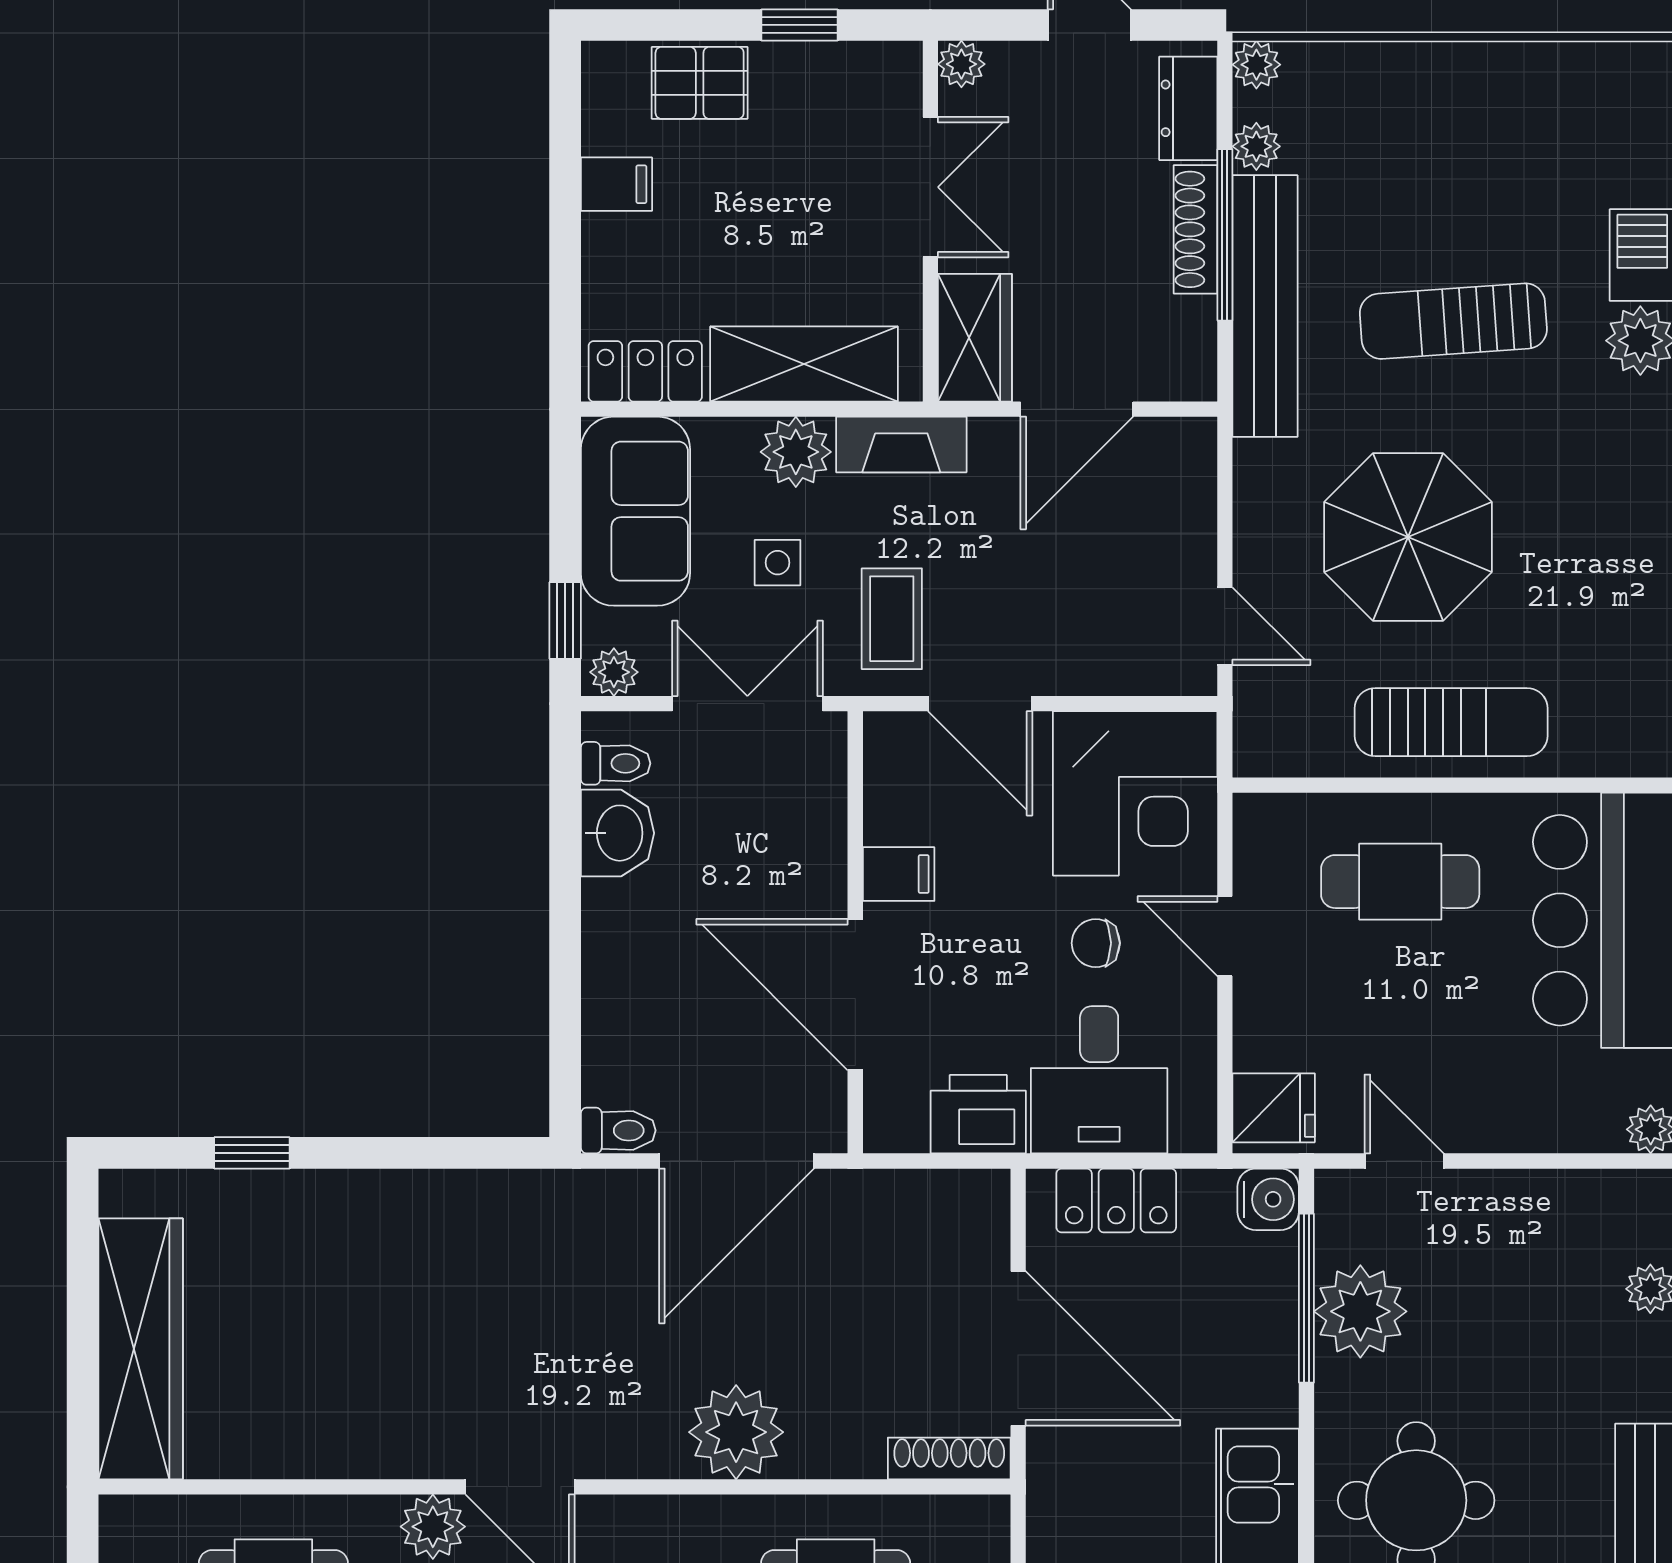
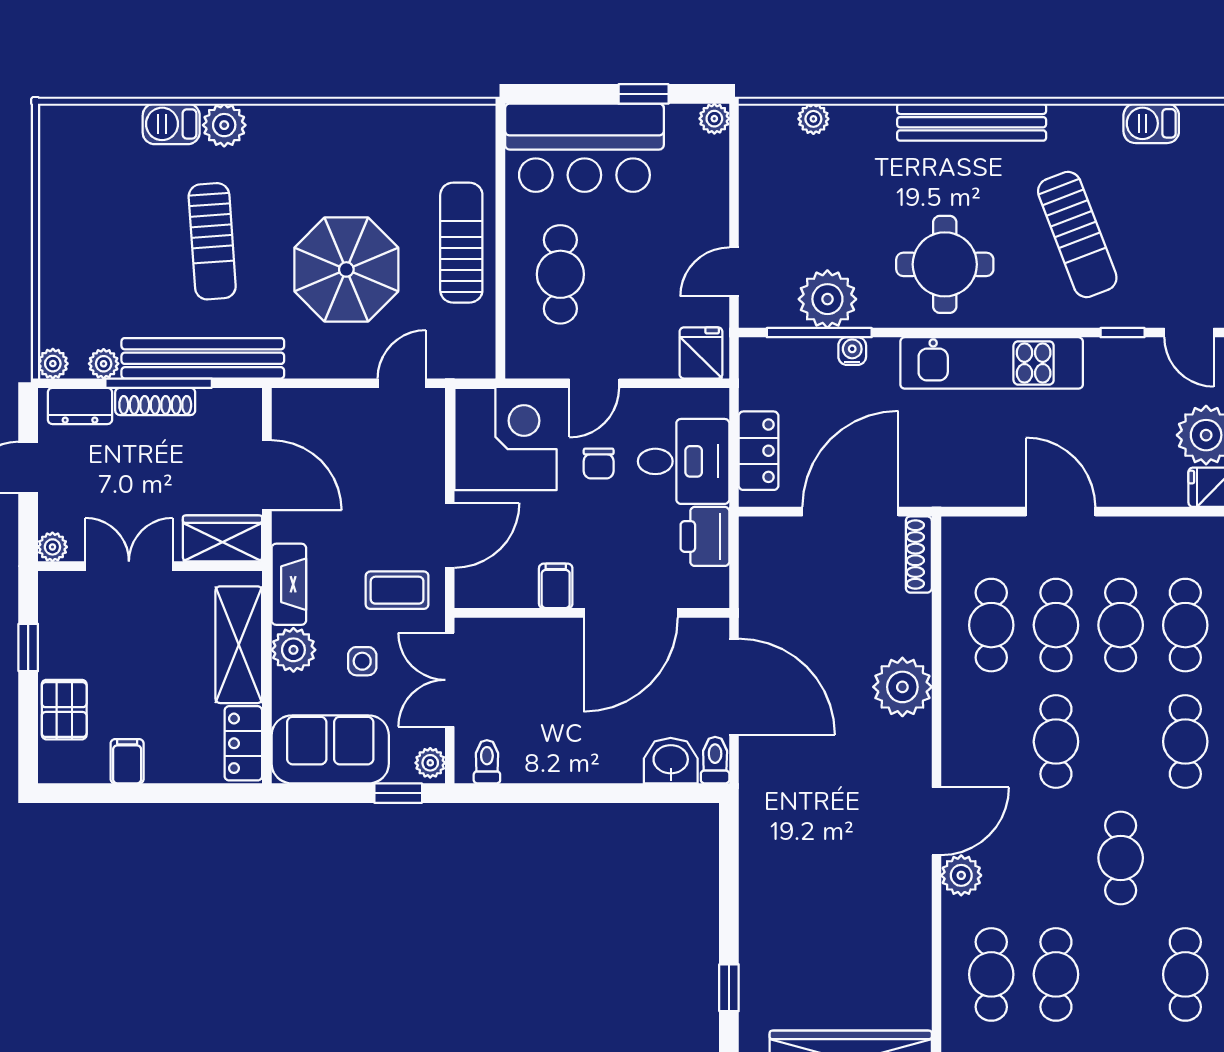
washbasin: (617, 833) -> (671, 761), moved
water cooler: (1268, 1199) -> (852, 351), moved, width x0.72, depth x0.72

